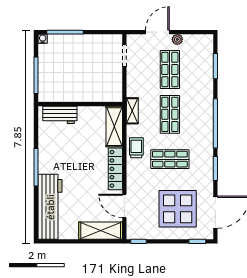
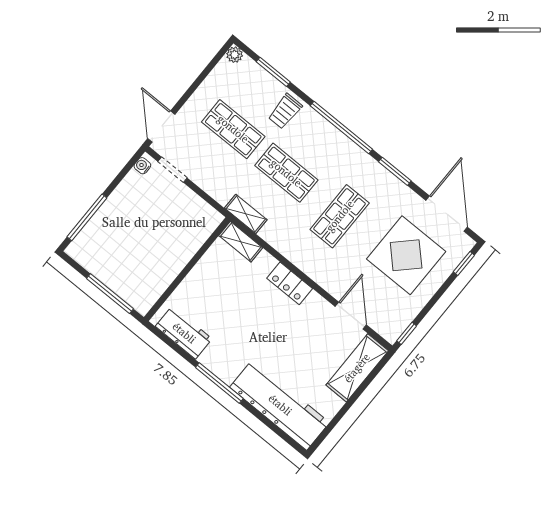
door: (157, 32) -> (161, 126), moved
water cooler: (43, 39) -> (142, 166), moved
plant: (177, 39) -> (235, 55), moved
workbench: (60, 115) -> (184, 333), moved, turned -90
shelving: (114, 127) -> (241, 242), width x0.67, depth x0.75
trolley: (136, 148) -> (285, 111), moved, turned -90
locker: (115, 169) -> (290, 283), width x0.66
door: (124, 206) -> (351, 316), swing flipped

